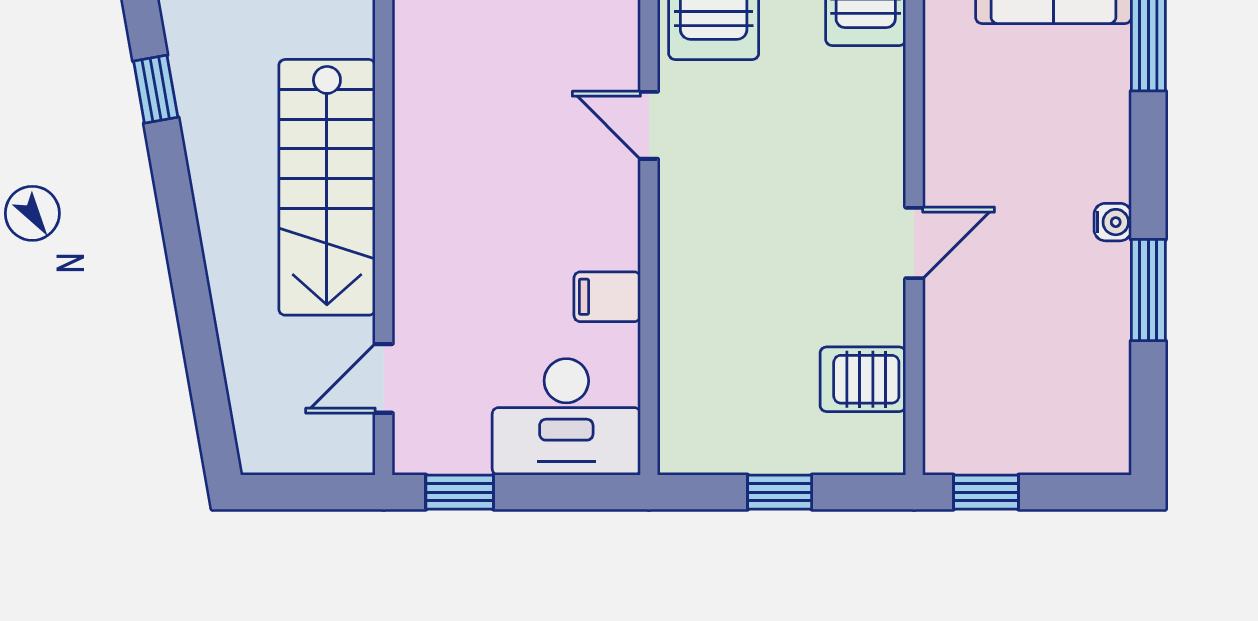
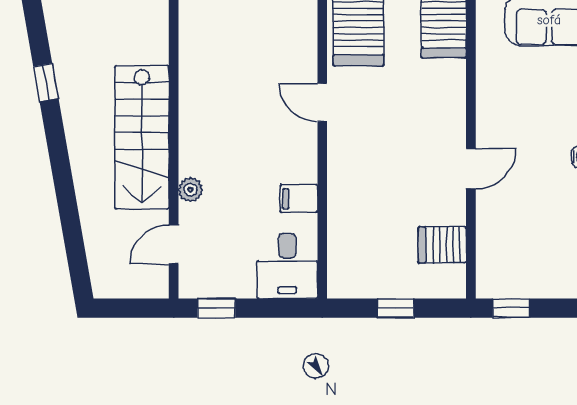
plant: (414, 281) -> (191, 190), added
desk: (566, 417) -> (287, 266), width x0.73

